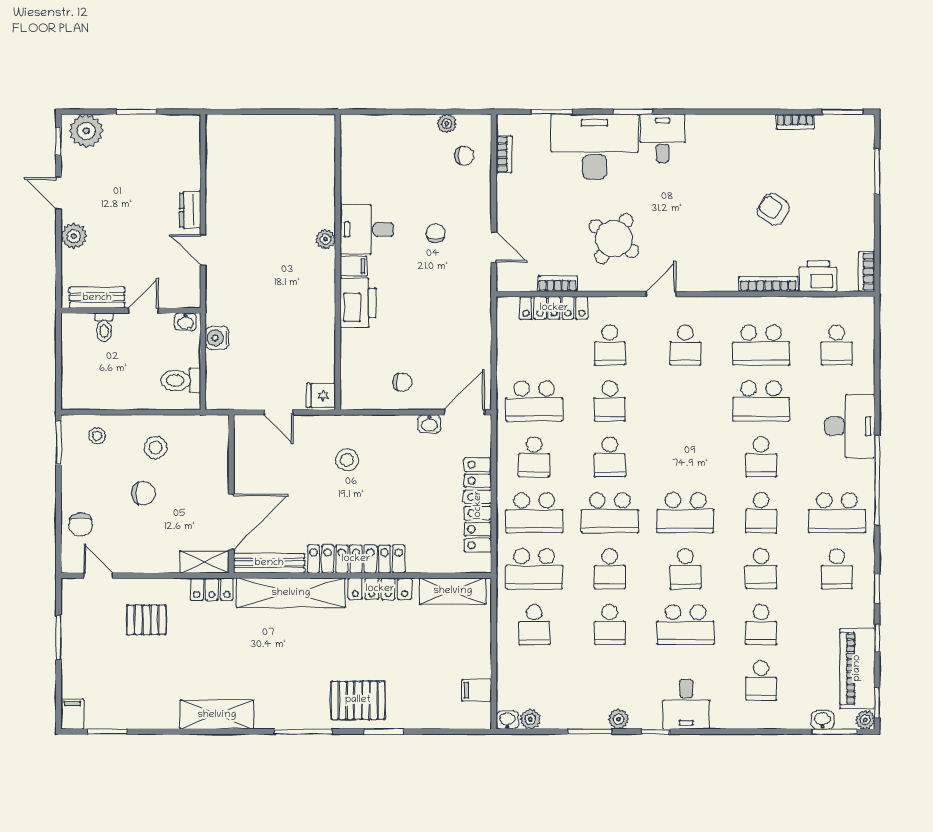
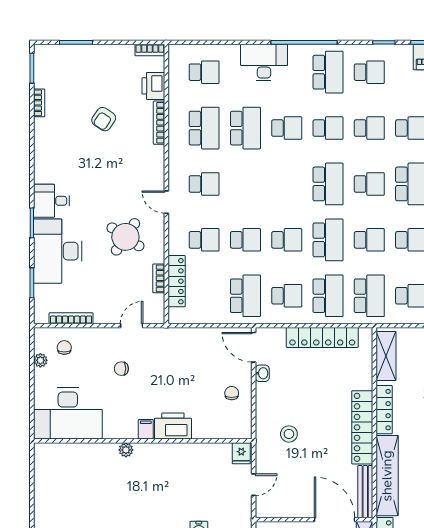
bookcase: (504, 154) -> (71, 318), width x1.56
desk: (367, 229) -> (68, 413), moved, width x1.87, depth x1.30

